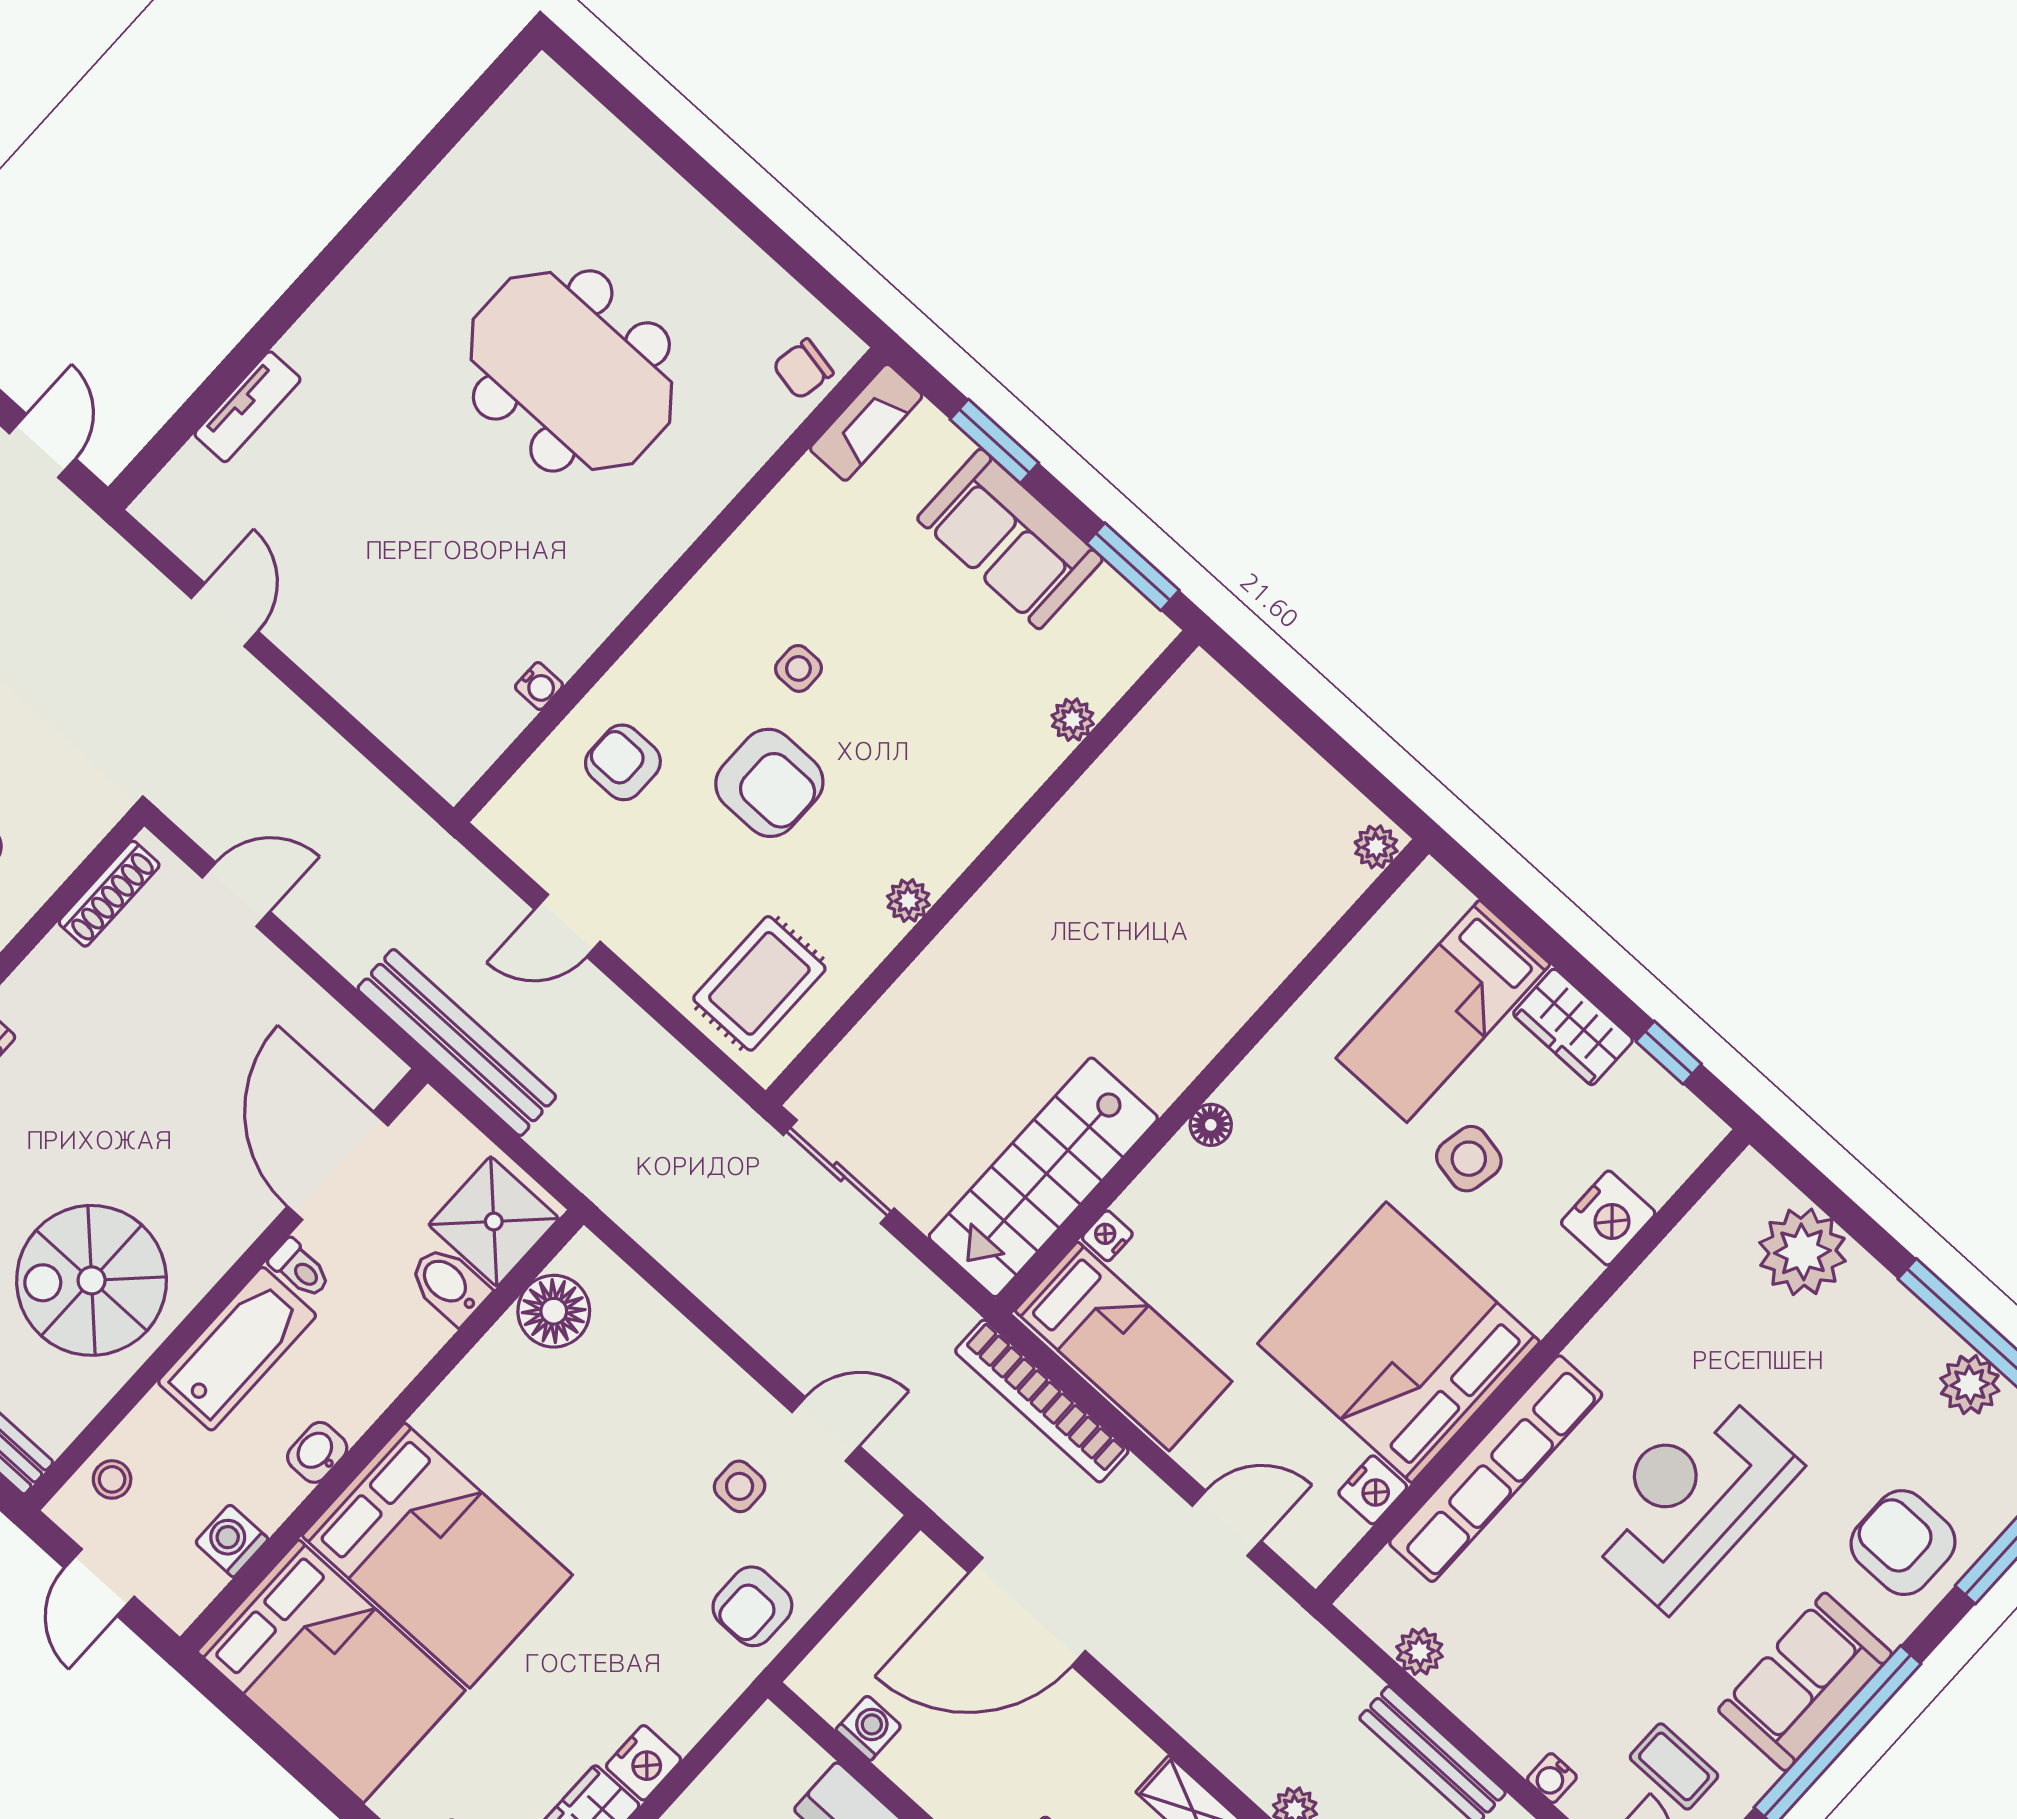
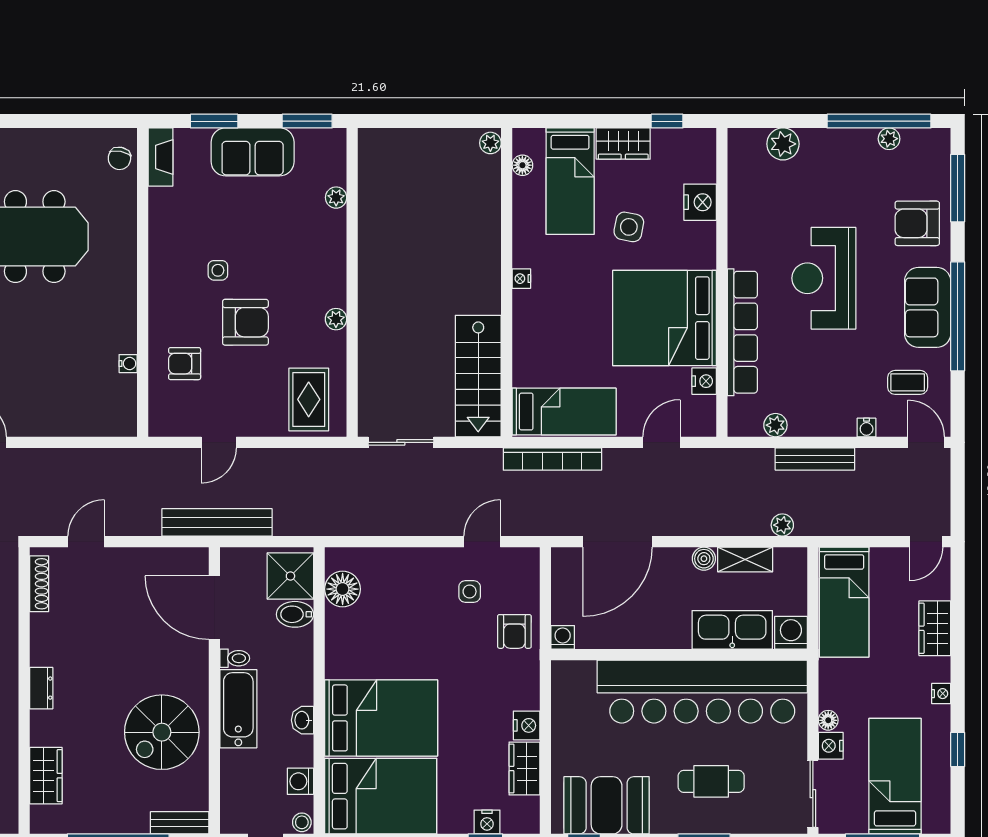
floor lamp: (1211, 1125) -> (522, 165), moved
nightstand: (1107, 1236) -> (521, 279), moved
plant: (1802, 1252) -> (783, 144), width x0.73, depth x0.73
plant: (1970, 1385) -> (889, 139), width x0.73, depth x0.73
stool: (112, 1479) -> (302, 822), moved
washing machine: (869, 1728) -> (563, 637), moved
boiler: (1133, 1754) -> (704, 559), added

